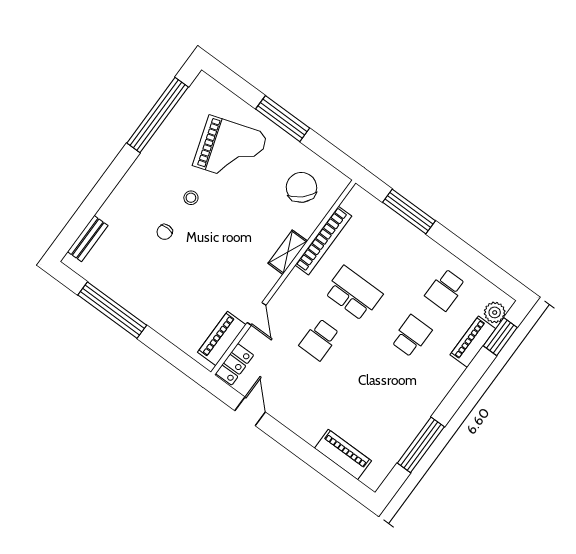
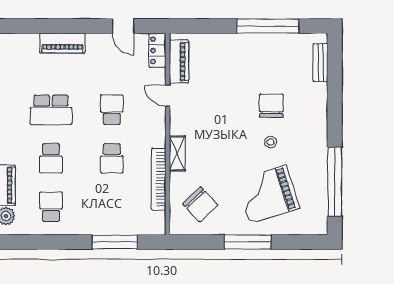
chair: (165, 232) -> (271, 106), width x1.87, depth x1.87
school desk: (353, 293) -> (112, 158), width x0.54
school desk: (377, 382) -> (51, 110), added
piano: (343, 455) -> (62, 43), moved

